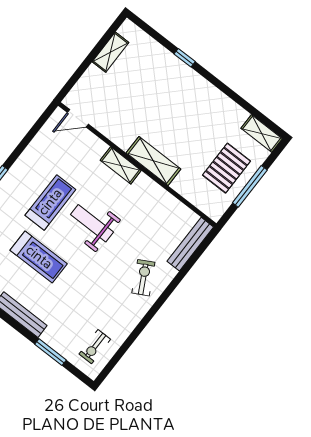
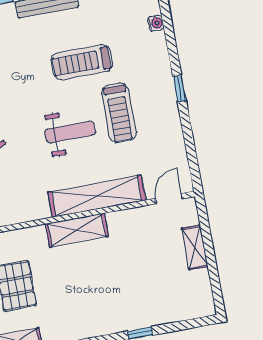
shelving: (110, 52) -> (195, 247), moved
shelving: (121, 165) -> (97, 196), width x2.20, depth x1.33

